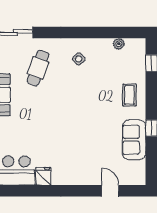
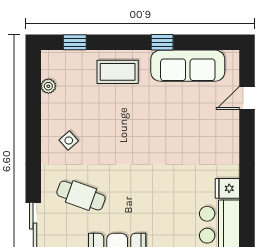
coffee table: (129, 95) -> (118, 72), width x1.36, depth x1.30
sofa: (134, 140) -> (188, 66), width x1.36

